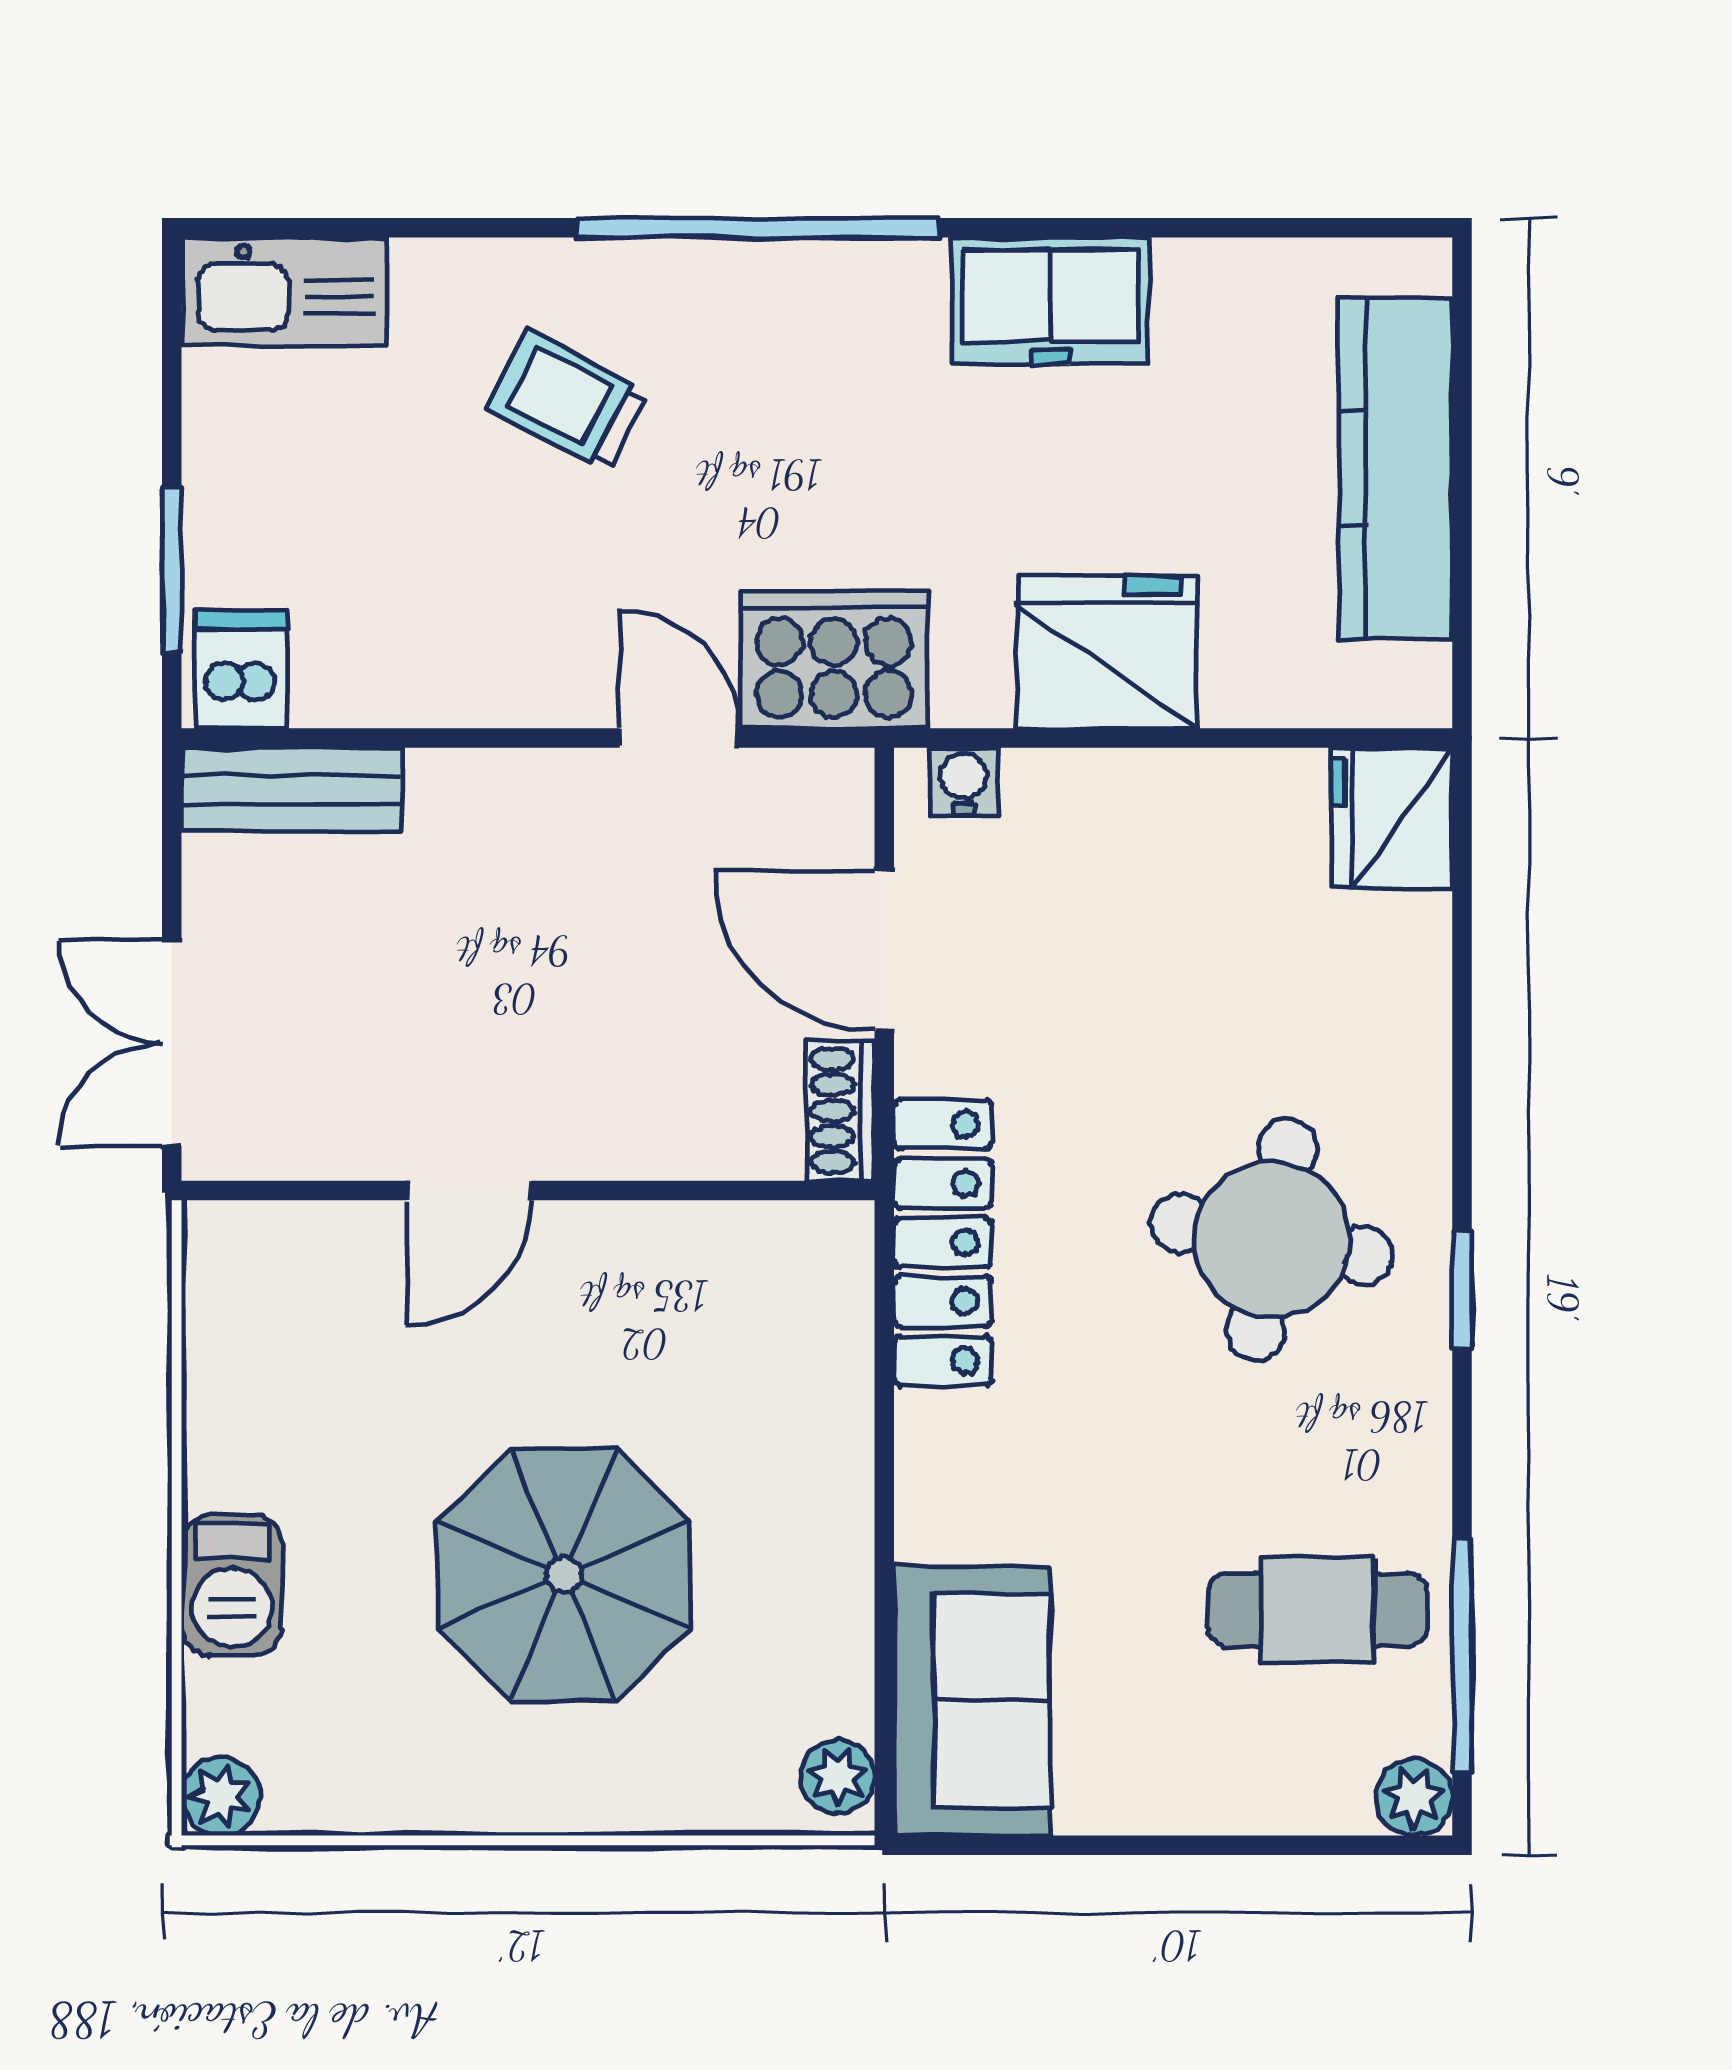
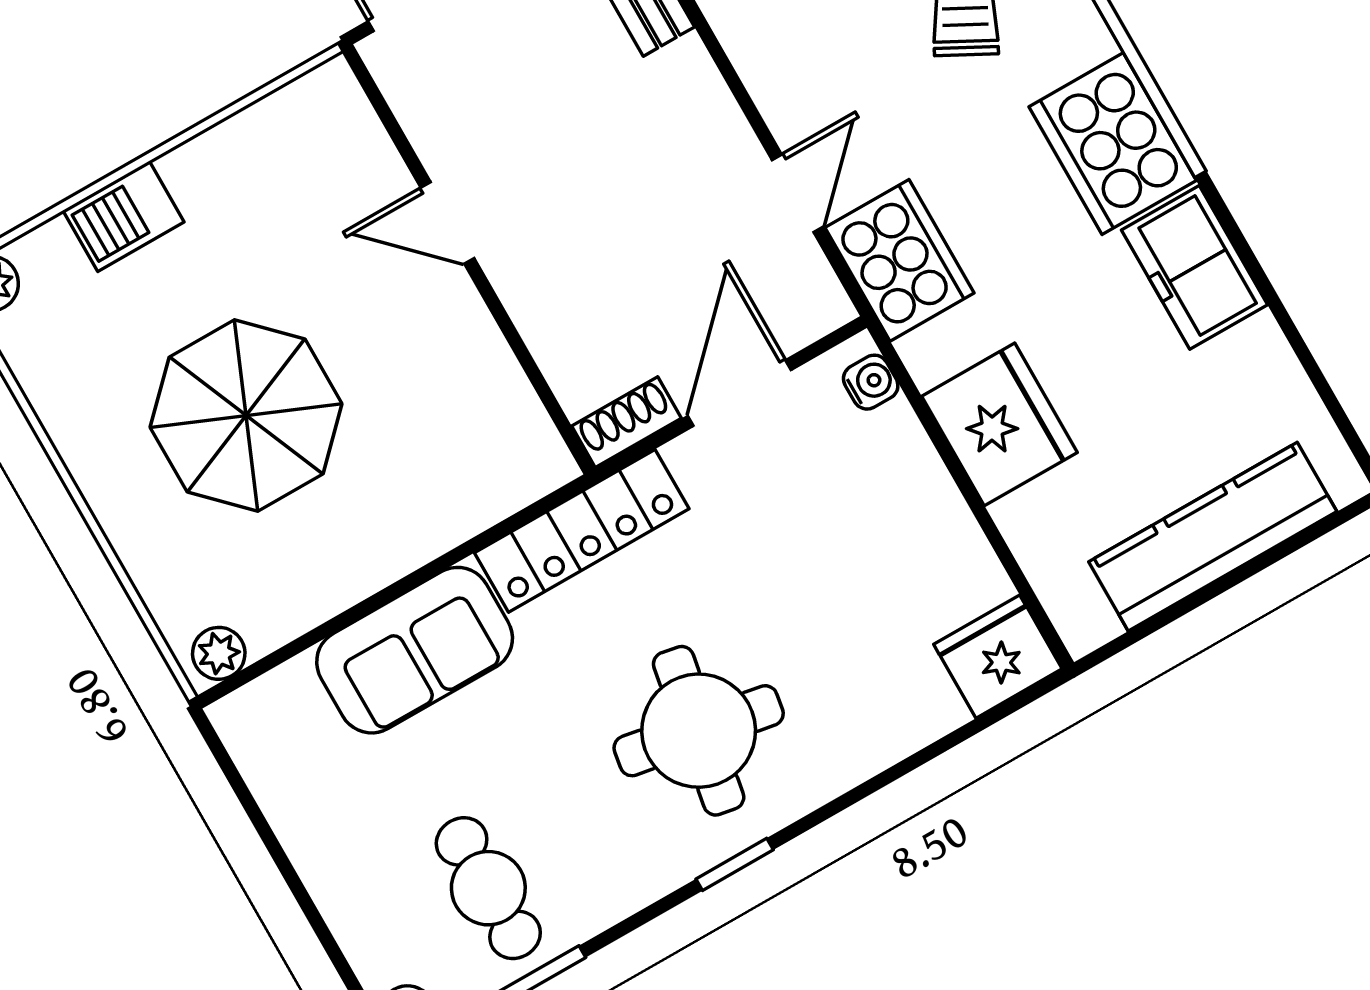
cooker: (840, 315) -> (1113, 144), added
sofa: (972, 1701) -> (415, 650), moved

